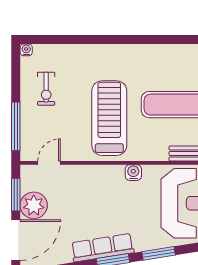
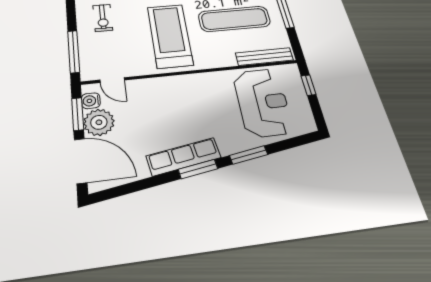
door: (49, 163) -> (112, 80), swing flipped
water cooler: (133, 173) -> (91, 101), moved, turned -90
door: (16, 240) -> (81, 161), hinge flipped

